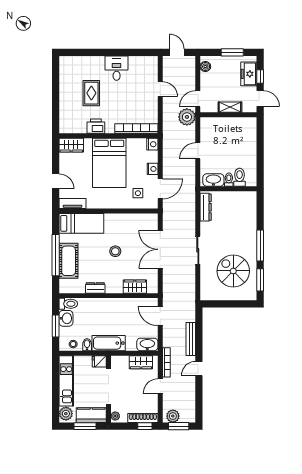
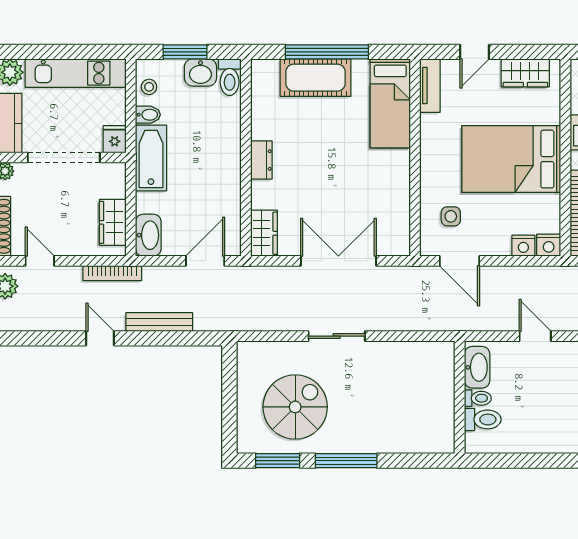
wardrobe: (71, 145) -> (525, 73), moved, turned -90
nightstand: (153, 169) -> (523, 246), moved
dresser: (206, 207) -> (423, 352), removed
stool: (115, 251) -> (335, 171), removed
wardrobe: (135, 287) -> (264, 233), moved
dresser: (95, 288) -> (261, 160), moved
door: (160, 386) -> (40, 261), moved

